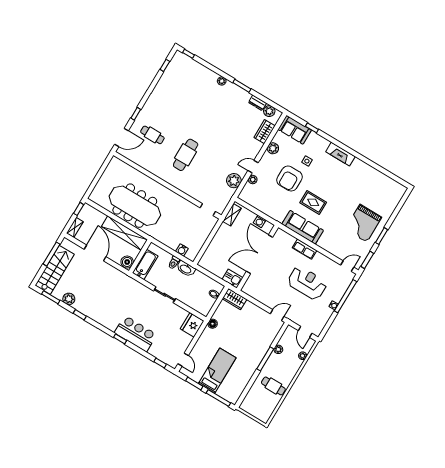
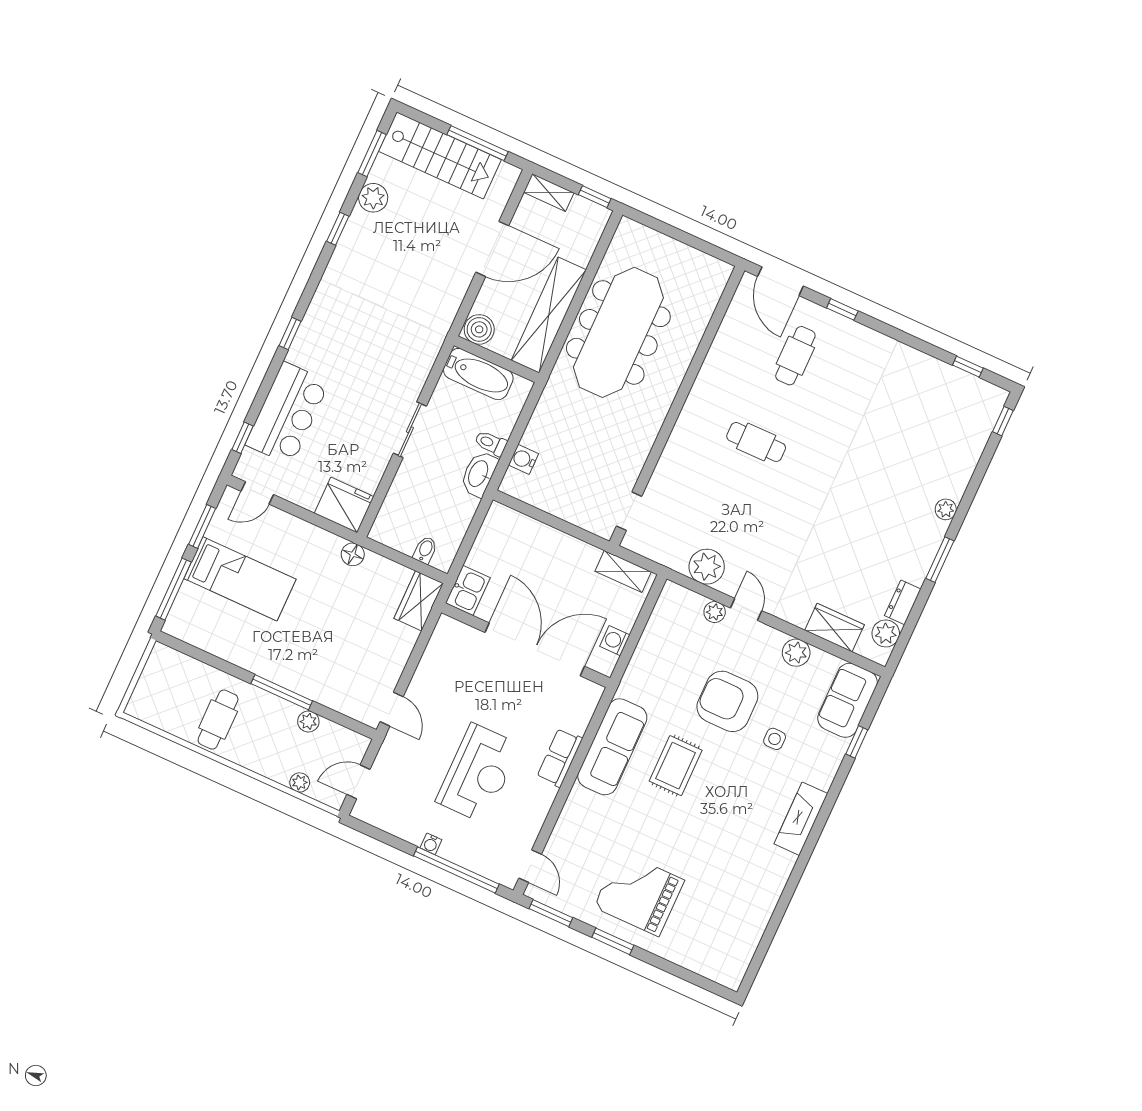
cafe table: (186, 155) -> (756, 442), width x0.73, depth x0.74
bar counter: (136, 334) -> (287, 413), moved

